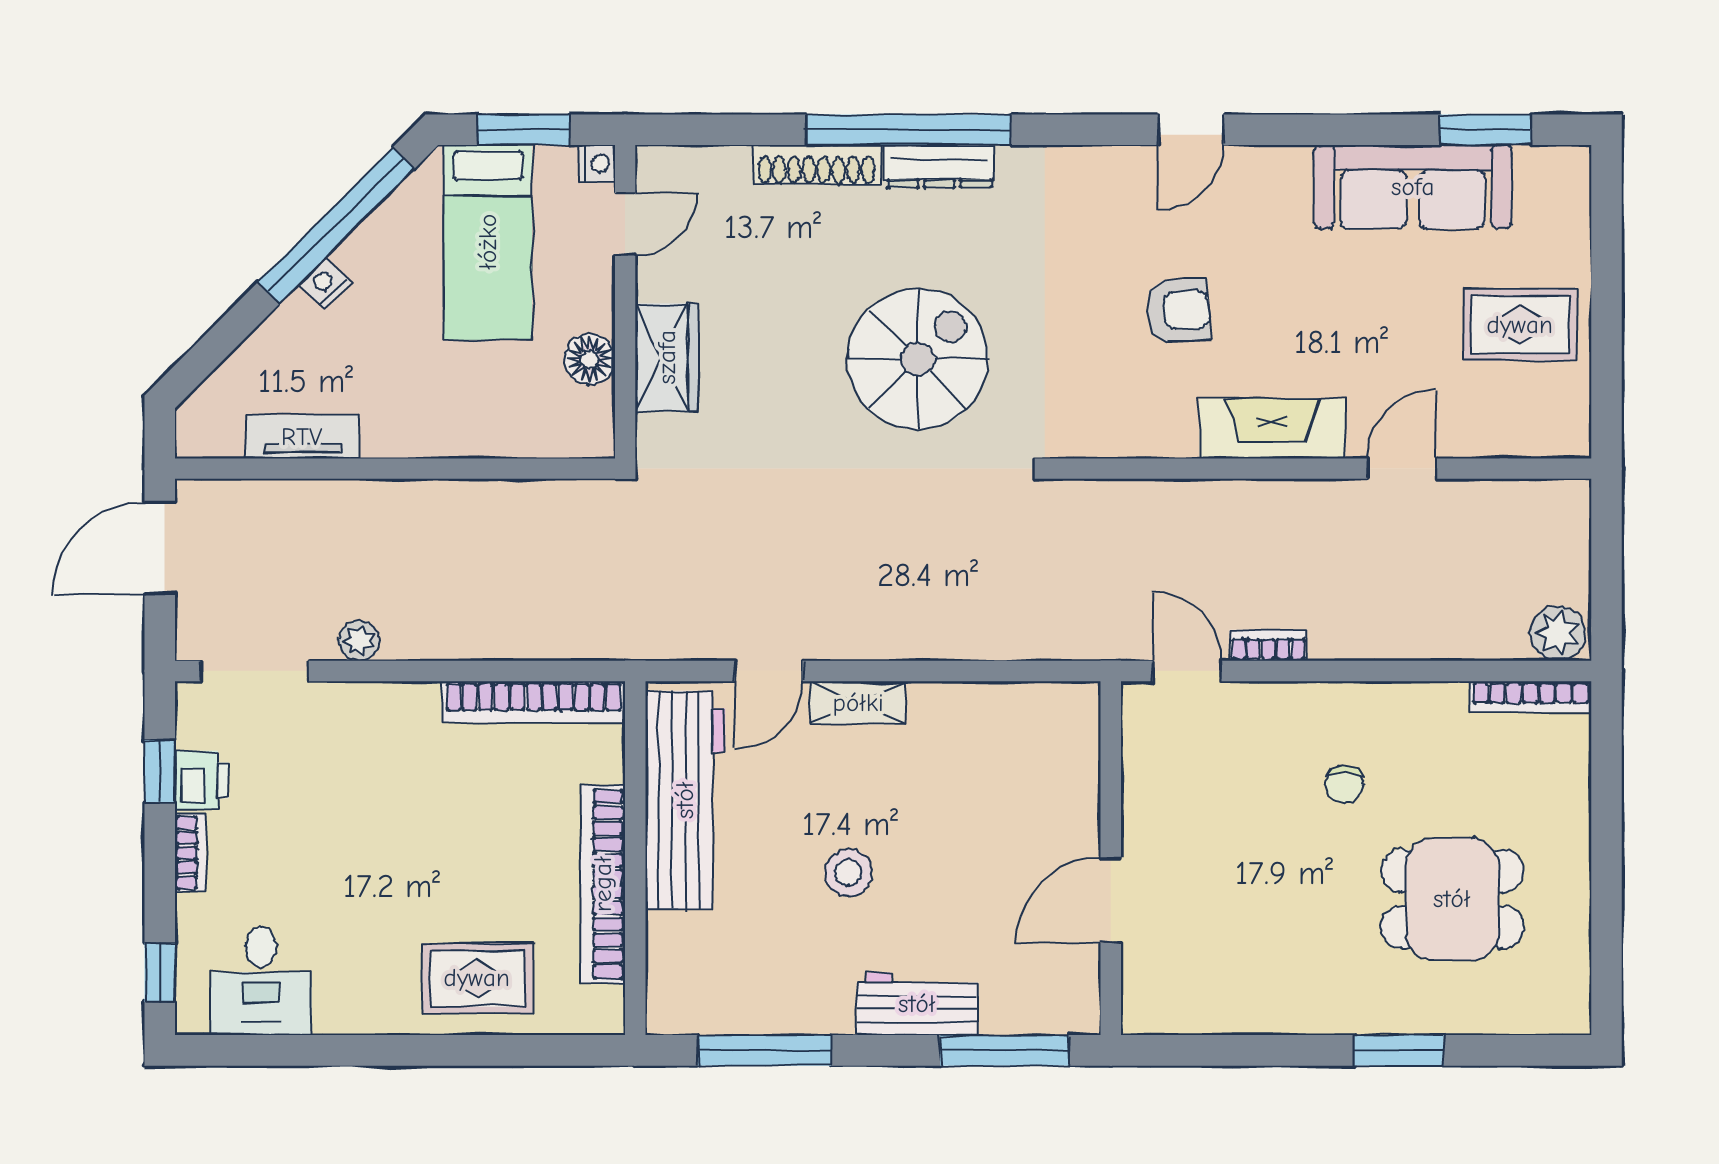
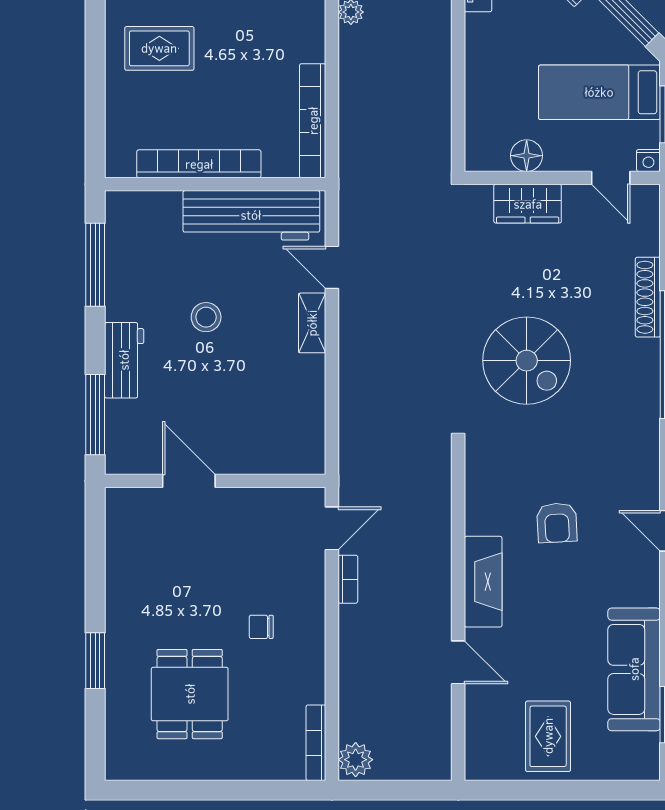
dresser: (939, 166) -> (647, 374), removed
rug: (477, 978) -> (159, 48), moved, turned 90

